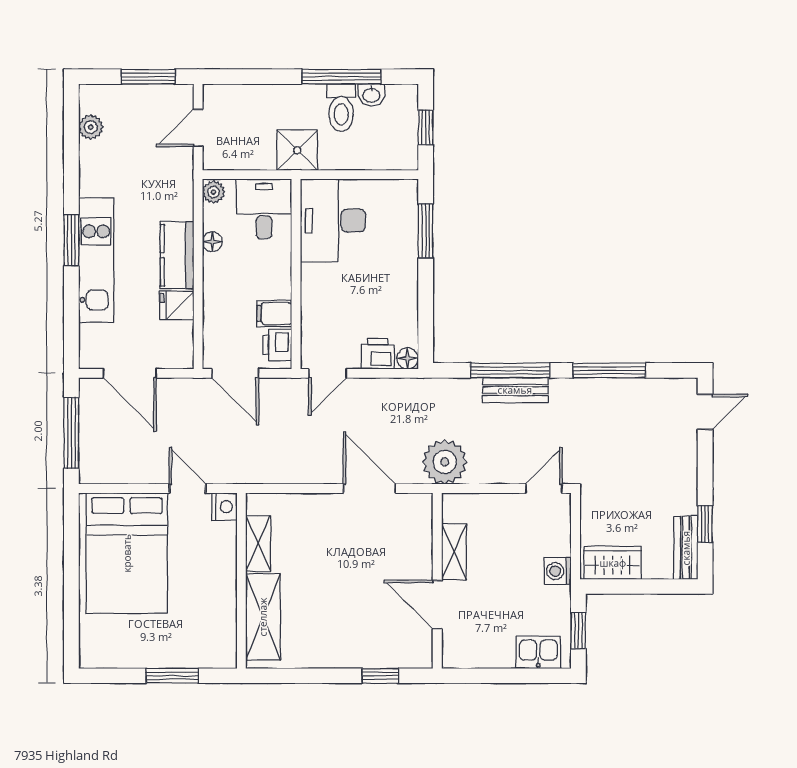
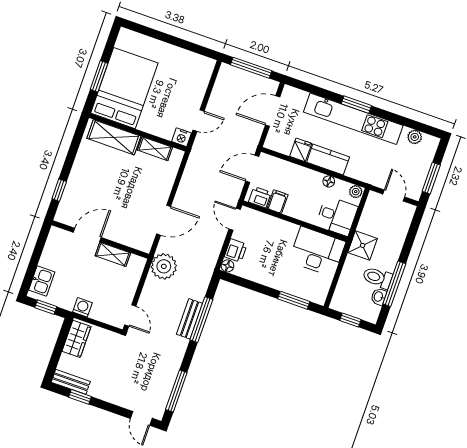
kitchen unit: (96, 260) -> (353, 119), width x1.36
window: (609, 370) -> (176, 391), moved
bed: (127, 553) -> (124, 88), moved, turned 90

